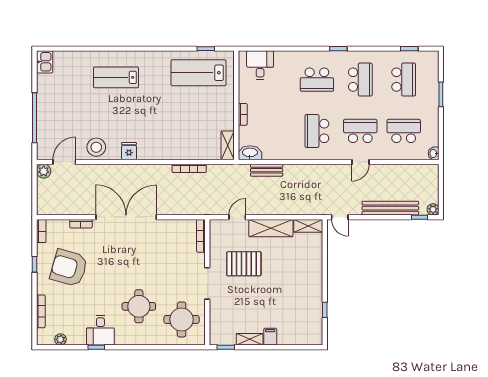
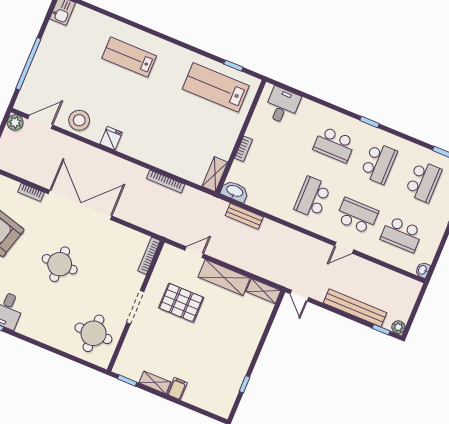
school desk: (404, 131) -> (402, 234), turned 180
round table: (139, 306) -> (60, 264), moved

